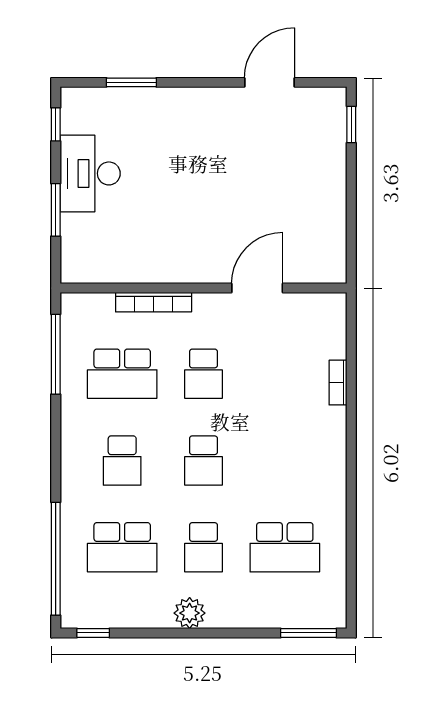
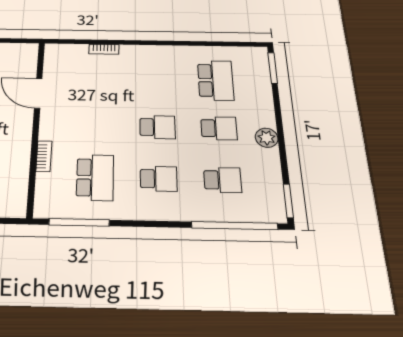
bookcase: (154, 302) -> (44, 156), width x0.64
school desk: (203, 374) -> (96, 126), removed
school desk: (122, 547) -> (223, 180), width x0.54
window: (93, 633) -> (288, 201), width x1.50

